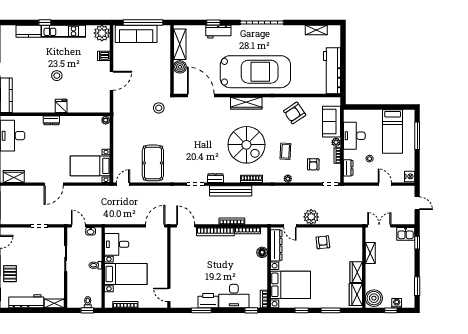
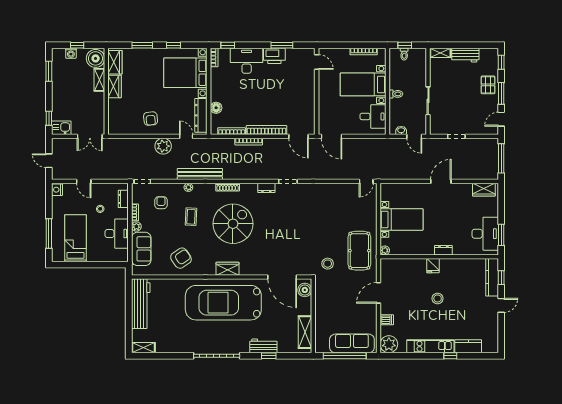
shelving: (316, 30) -> (143, 348), moved
boiler: (180, 67) -> (305, 290), moved
wardrobe: (246, 103) -> (228, 269), width x0.67
spiral stairs: (246, 145) -> (233, 224), turned 90
pool table: (153, 163) -> (359, 251), moved
bed with nightstands: (90, 166) -> (402, 219), moved
bench: (231, 191) -> (200, 174), moved
door: (155, 226) -> (331, 136), hinge flipped
shelving: (370, 253) -> (99, 80), moved
workbench: (26, 301) -> (465, 55), width x0.73

